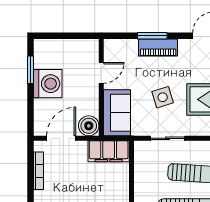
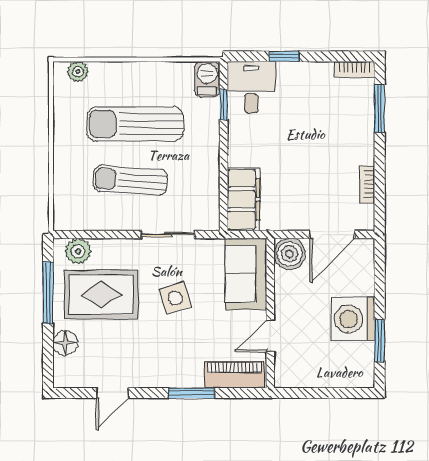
piano: (158, 48) -> (235, 375), moved
filing cabinet: (109, 151) -> (244, 199), moved, turned 90
bookcase: (38, 171) -> (367, 184), width x0.64

